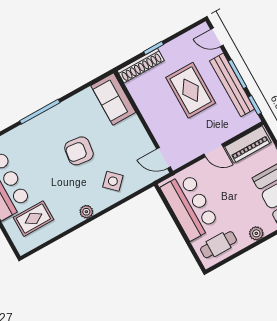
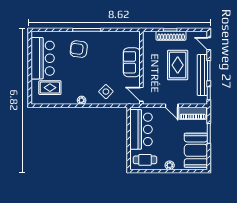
shoe rack: (141, 66) -> (171, 36), moved
sofa: (113, 99) -> (132, 62), moved
armchair: (79, 151) -> (79, 49), moved

